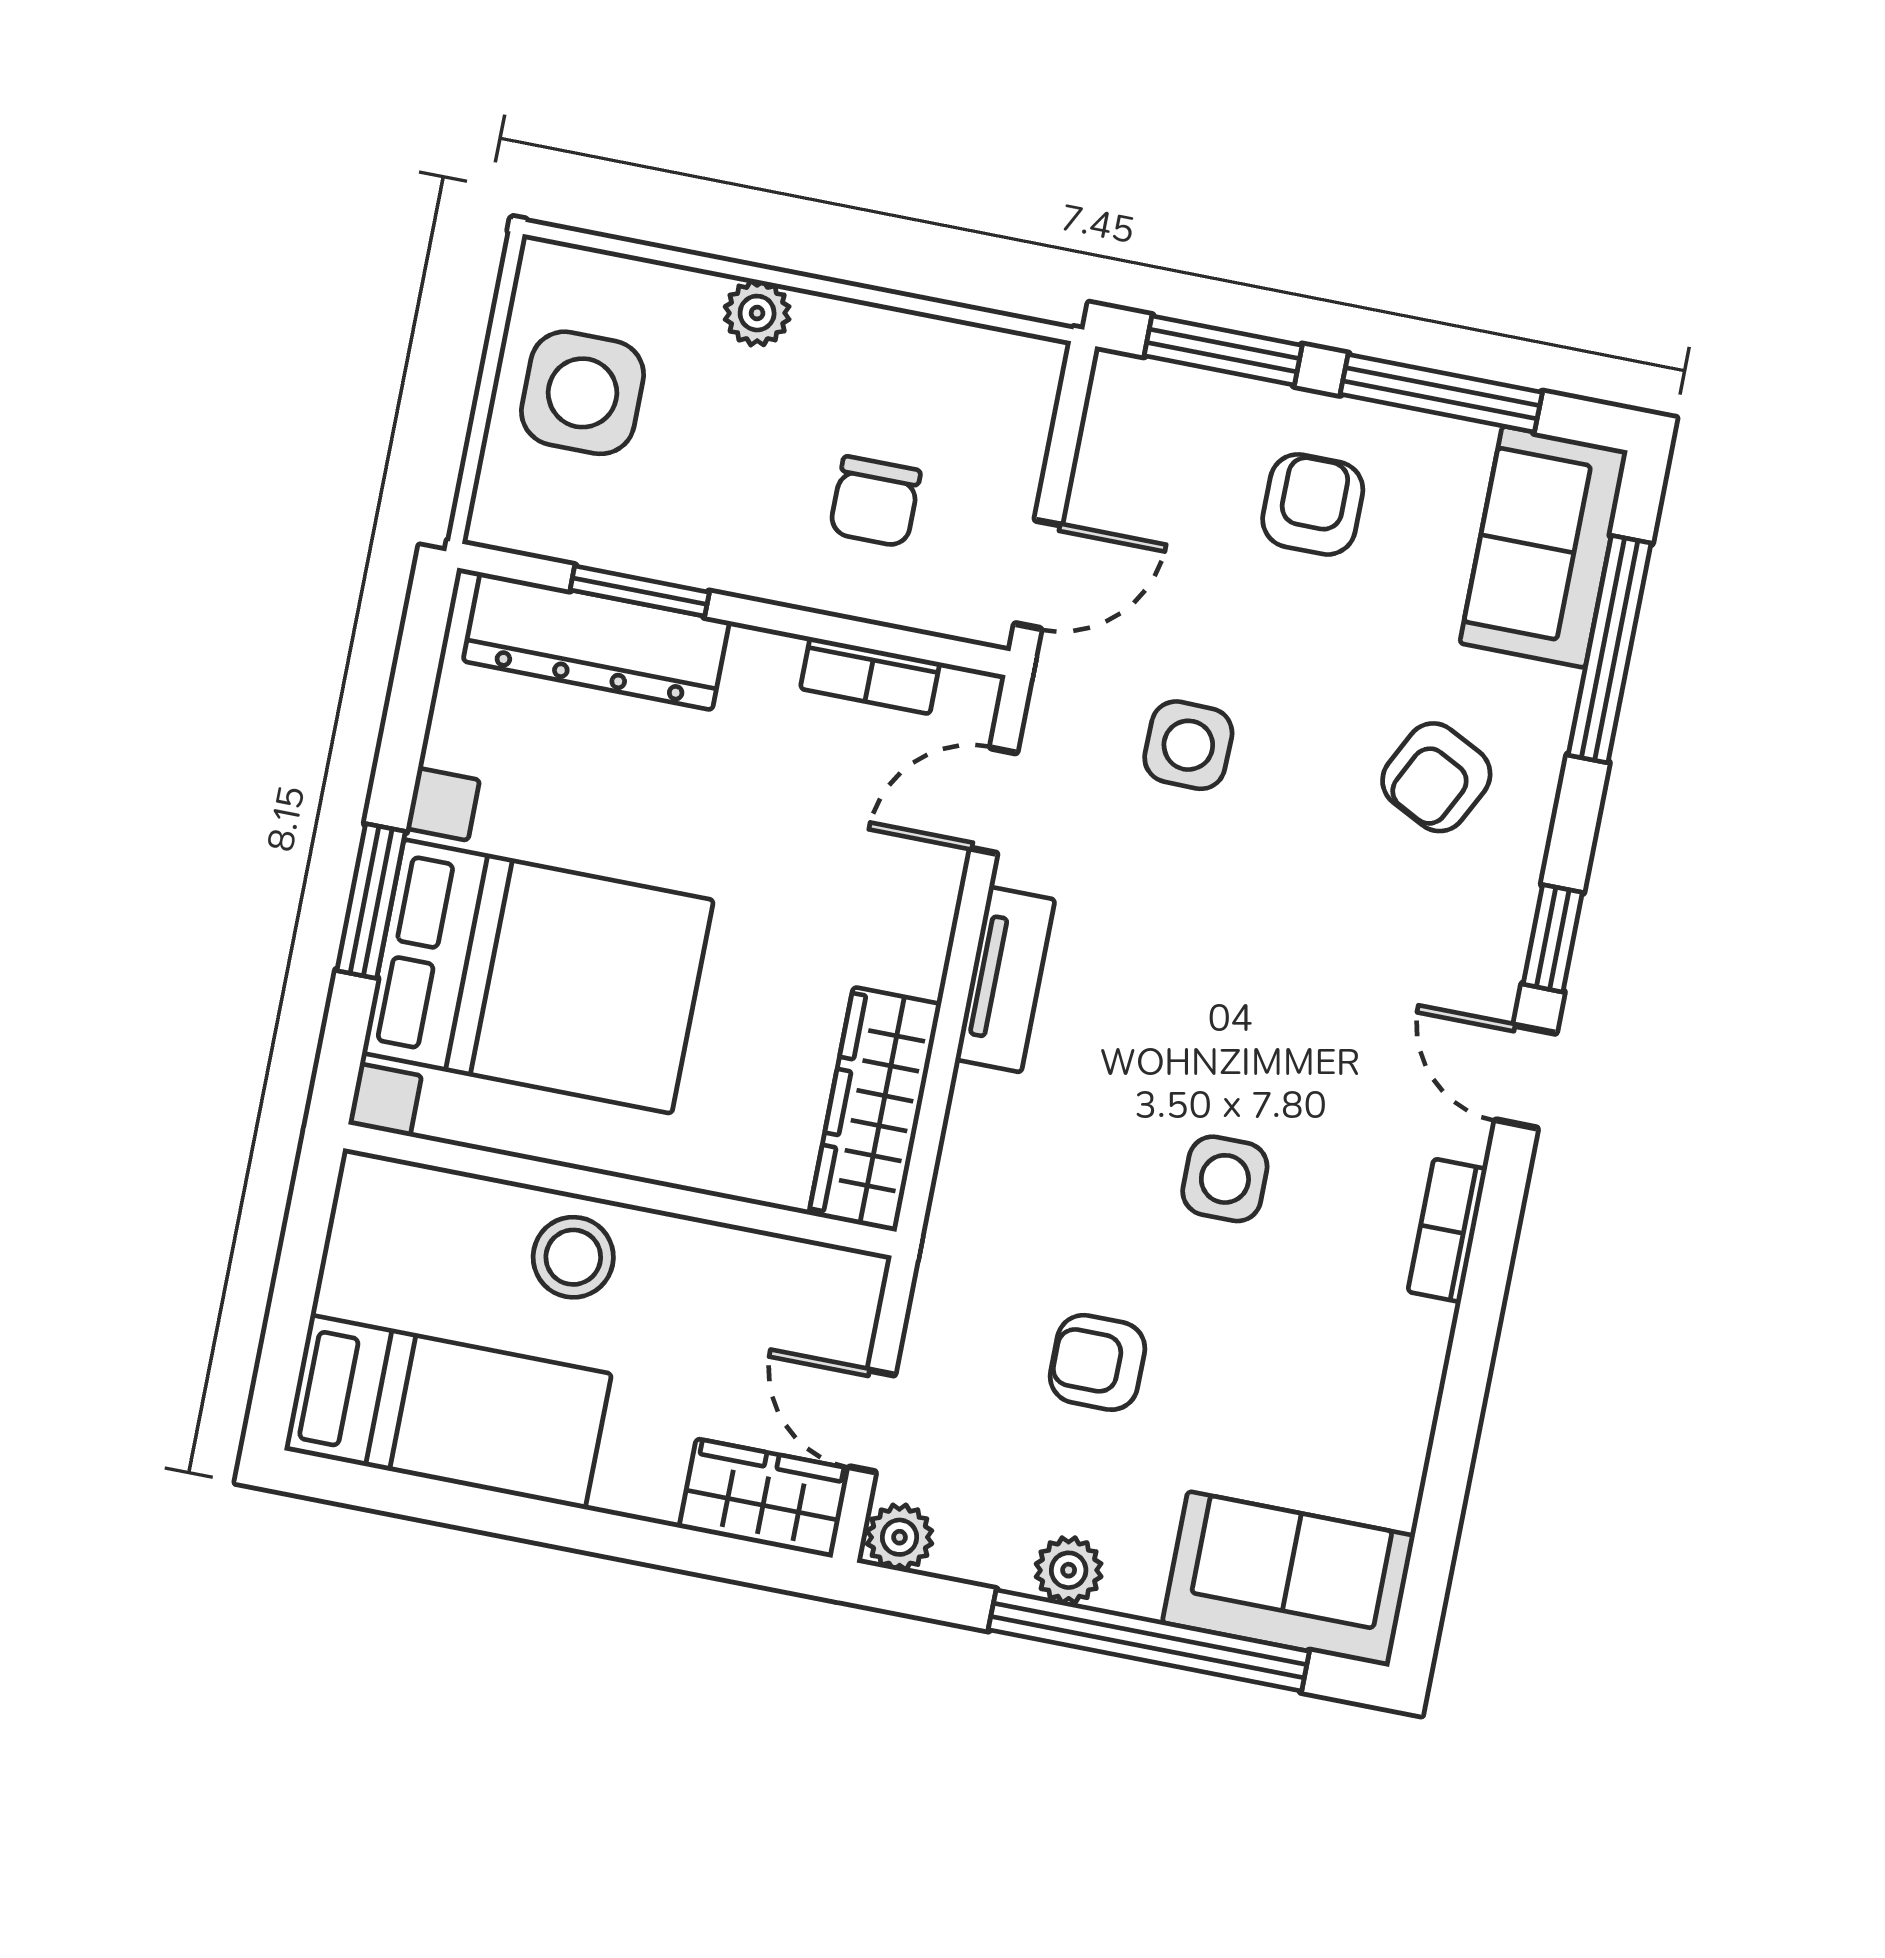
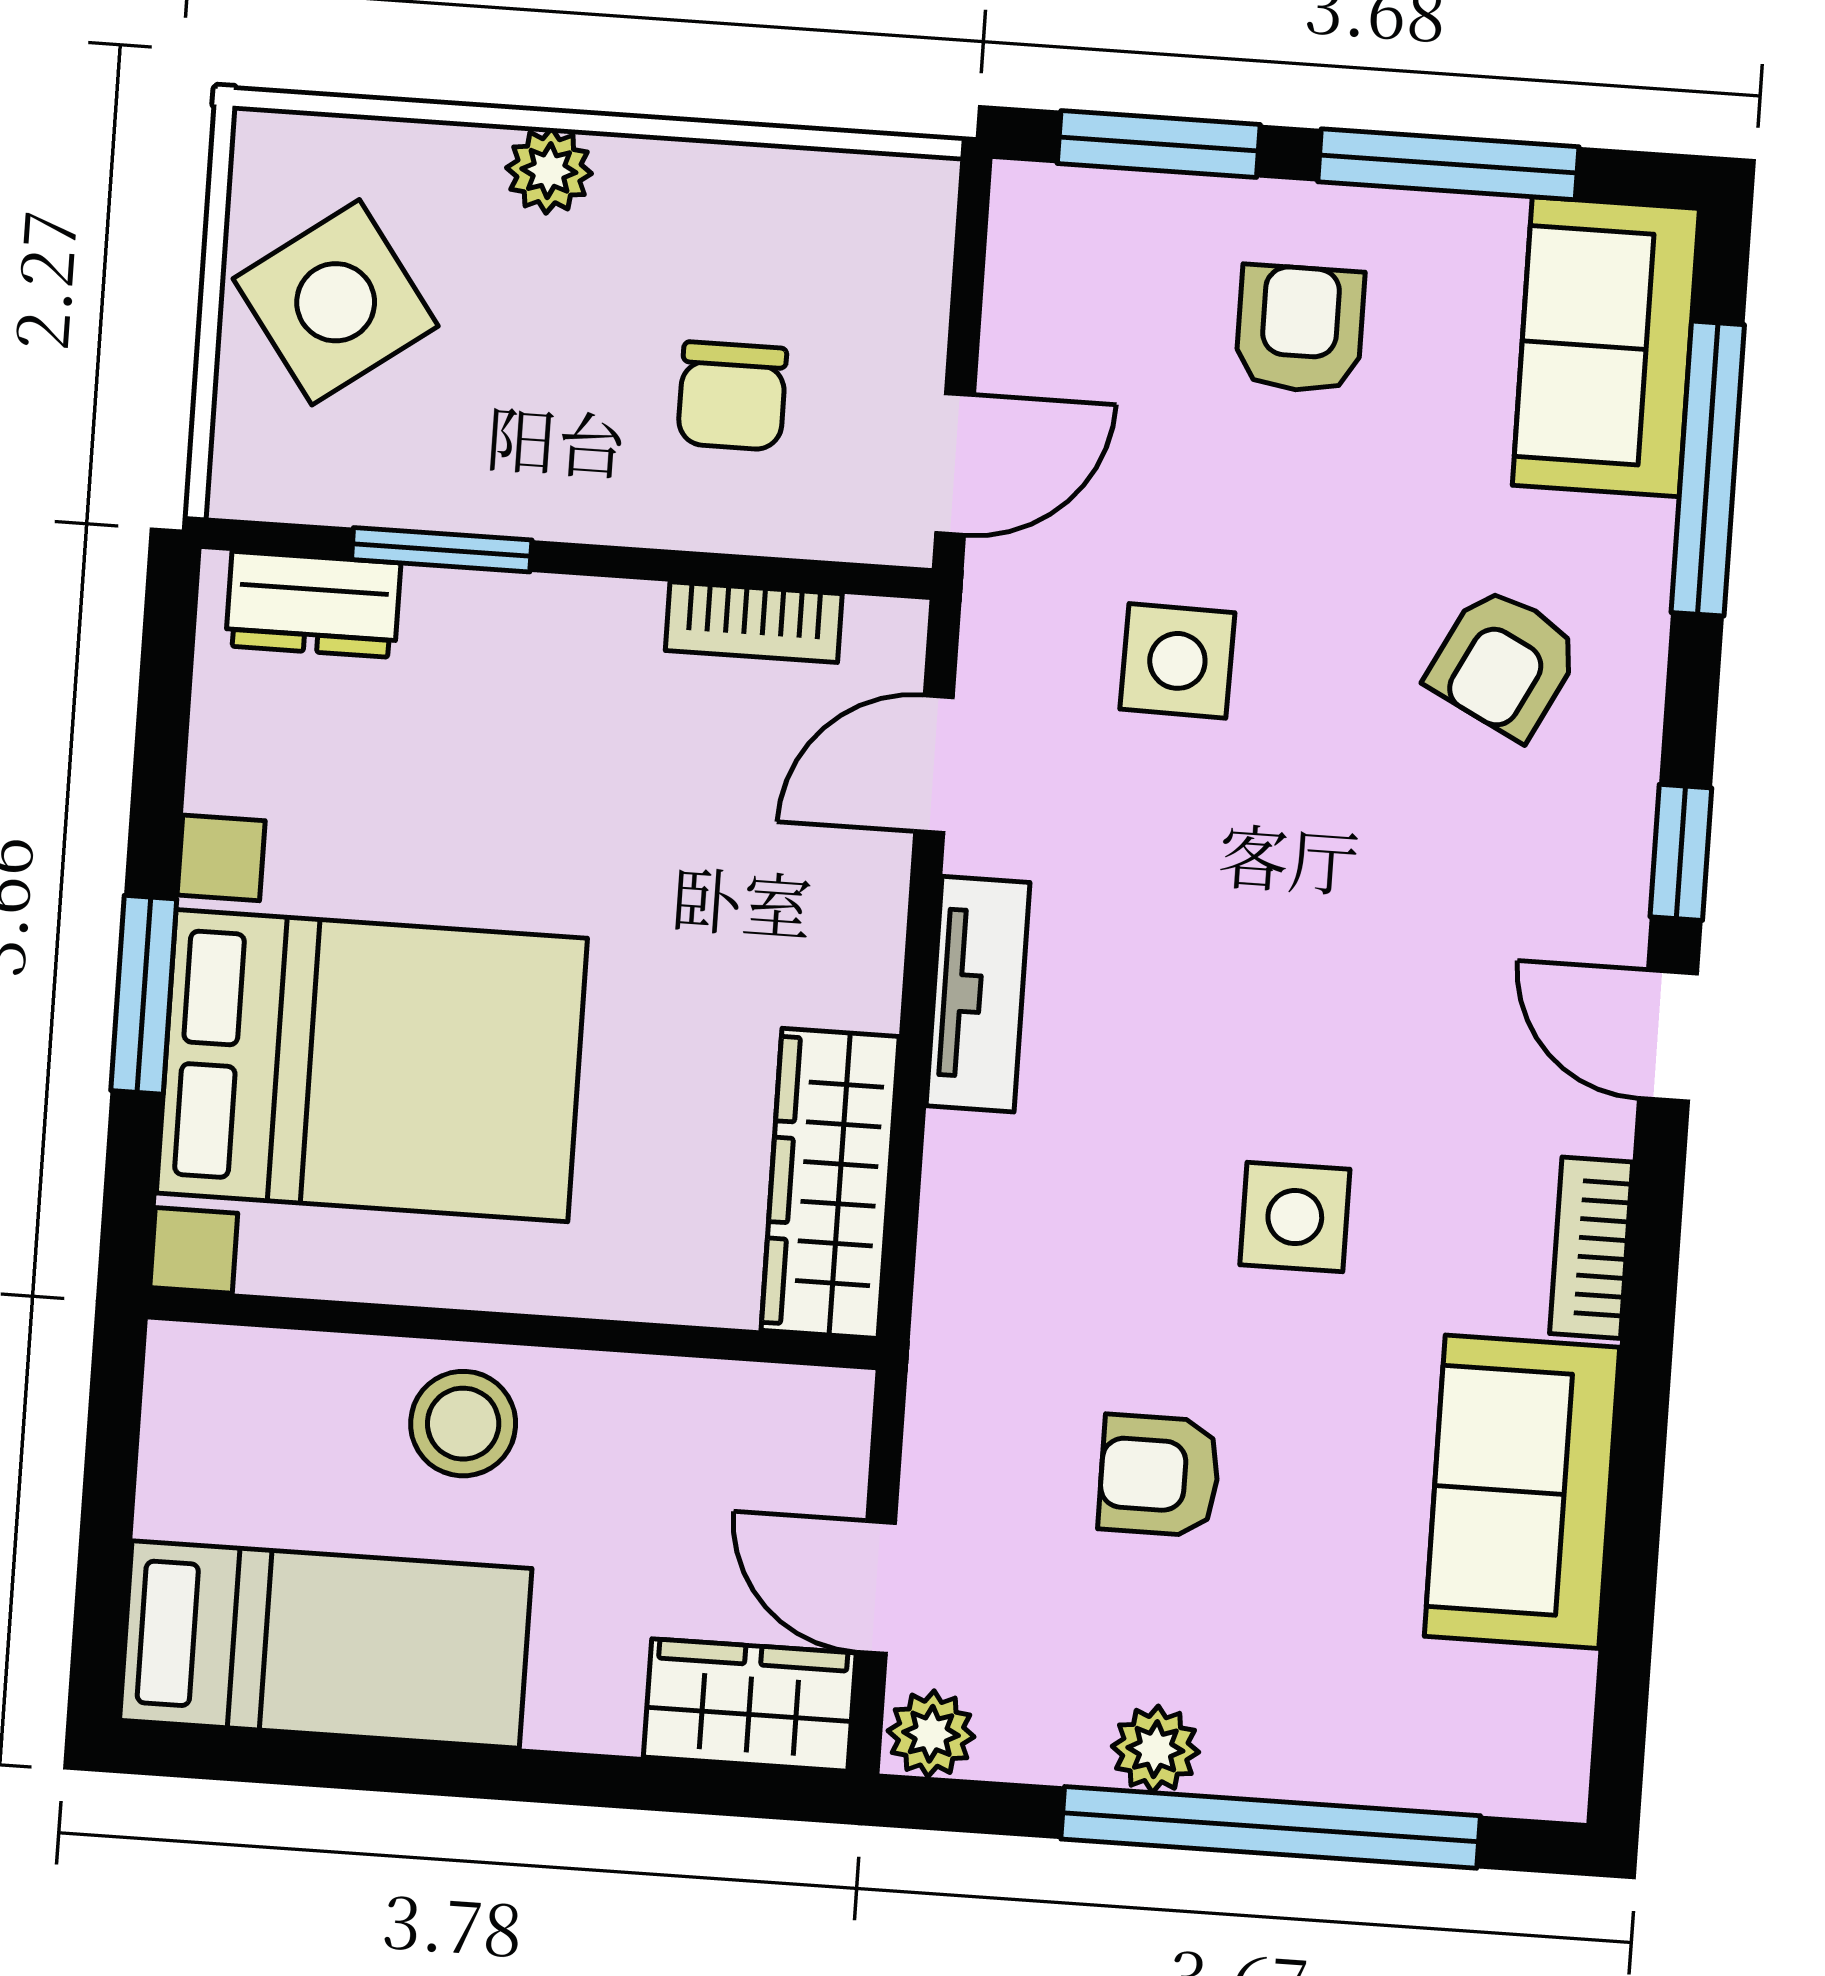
side table: (583, 393) -> (336, 302), turned -36
dresser: (596, 641) -> (313, 604), width x0.51, depth x0.80
sofa: (1288, 1579) -> (1522, 1492), moved, turned -90

